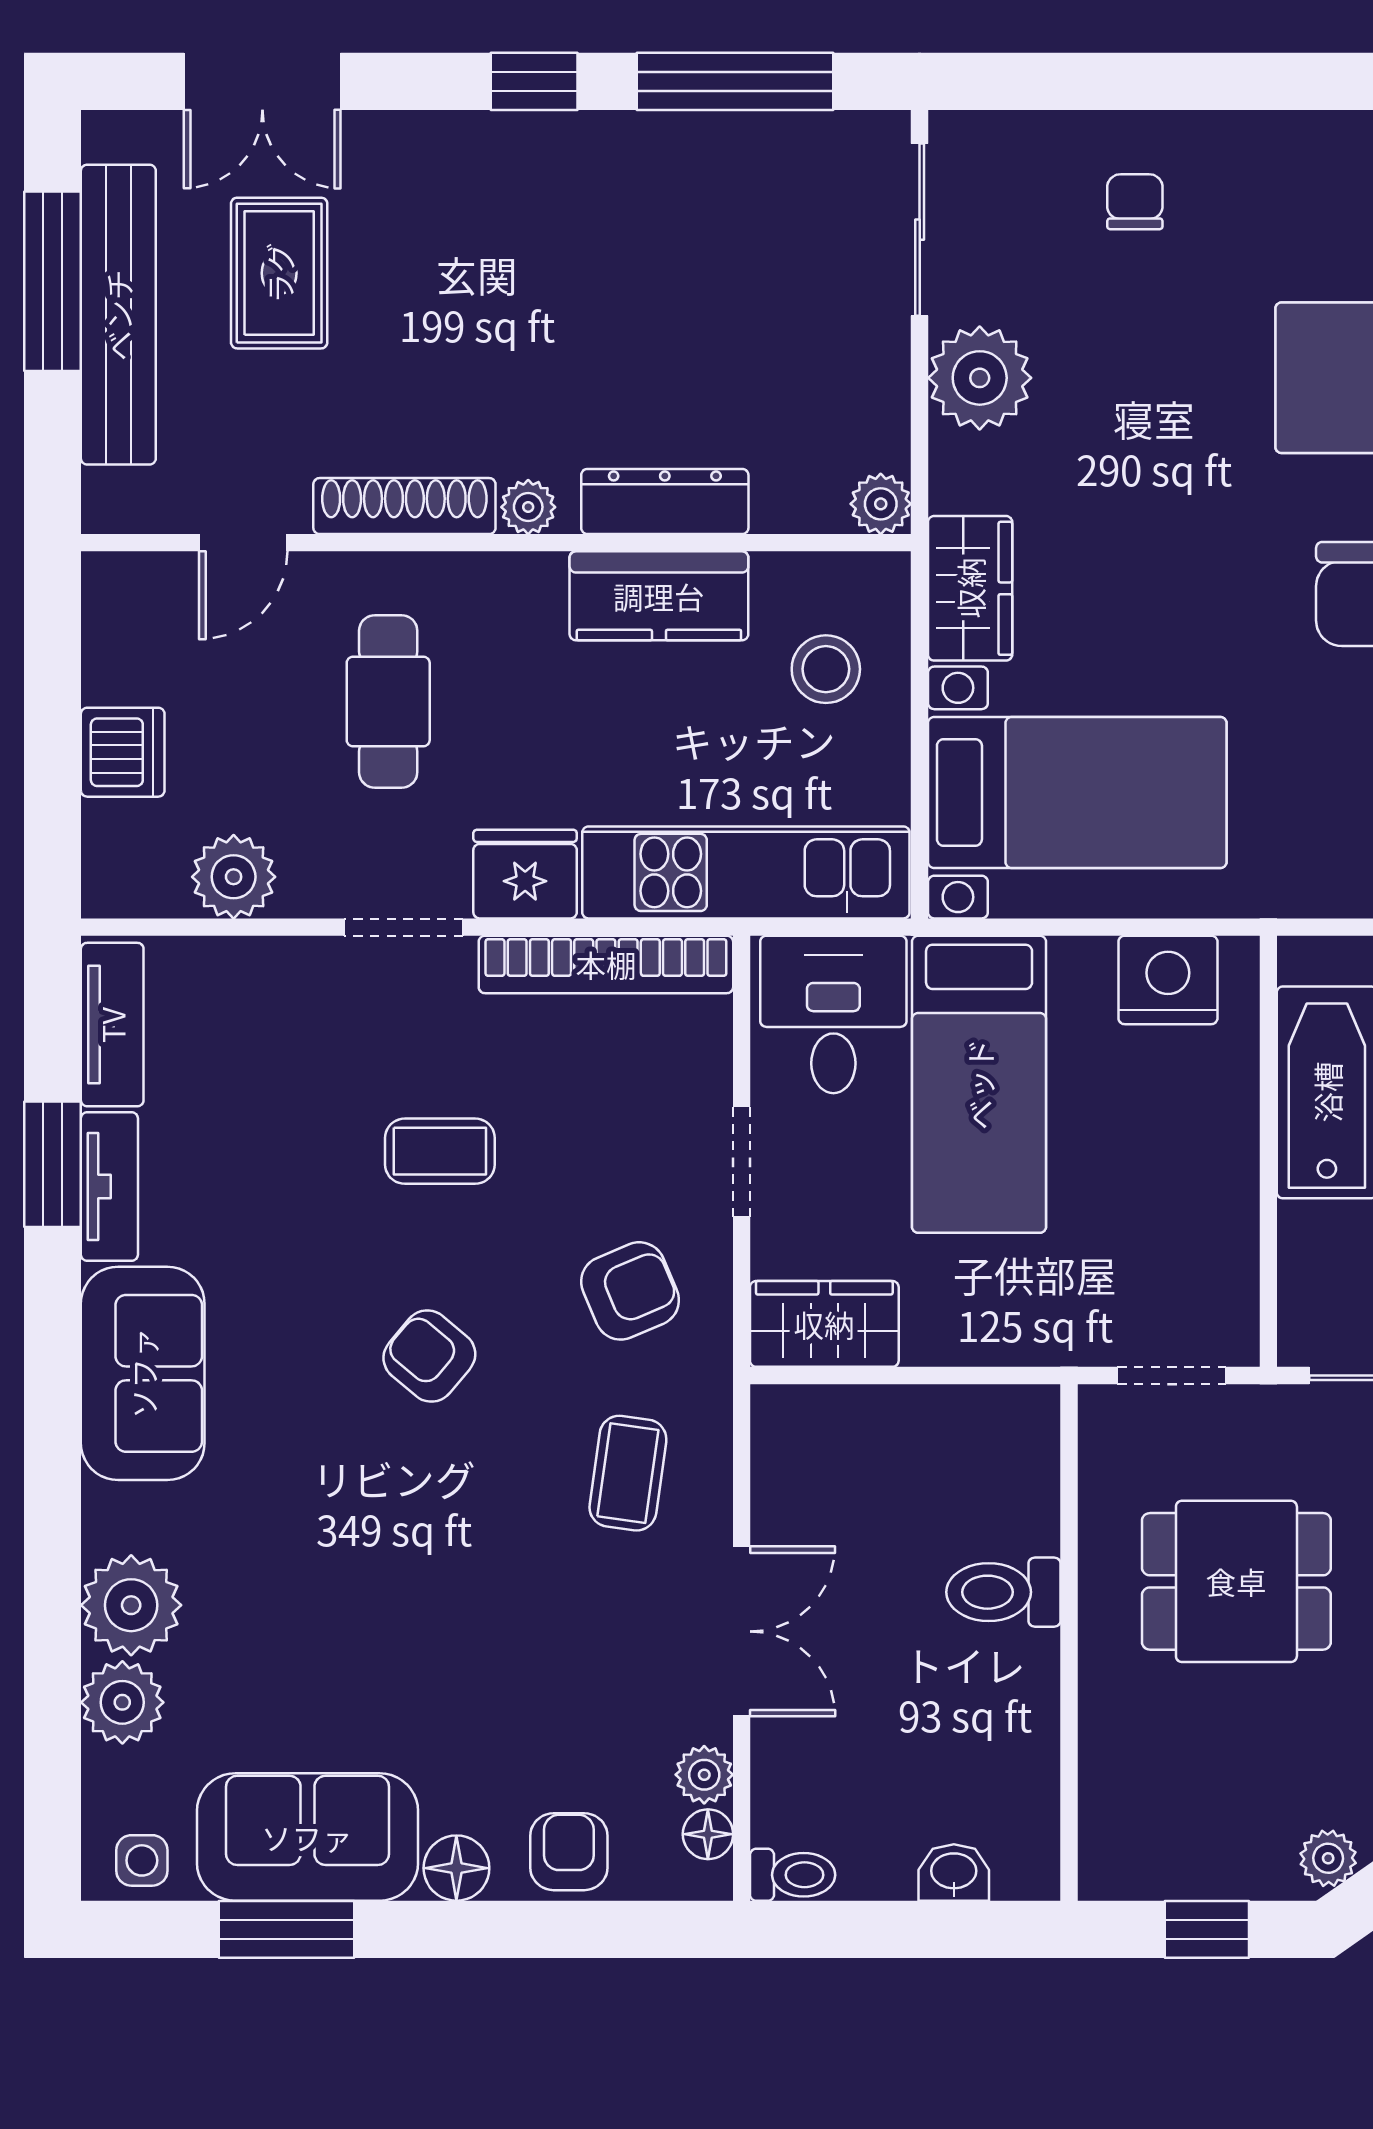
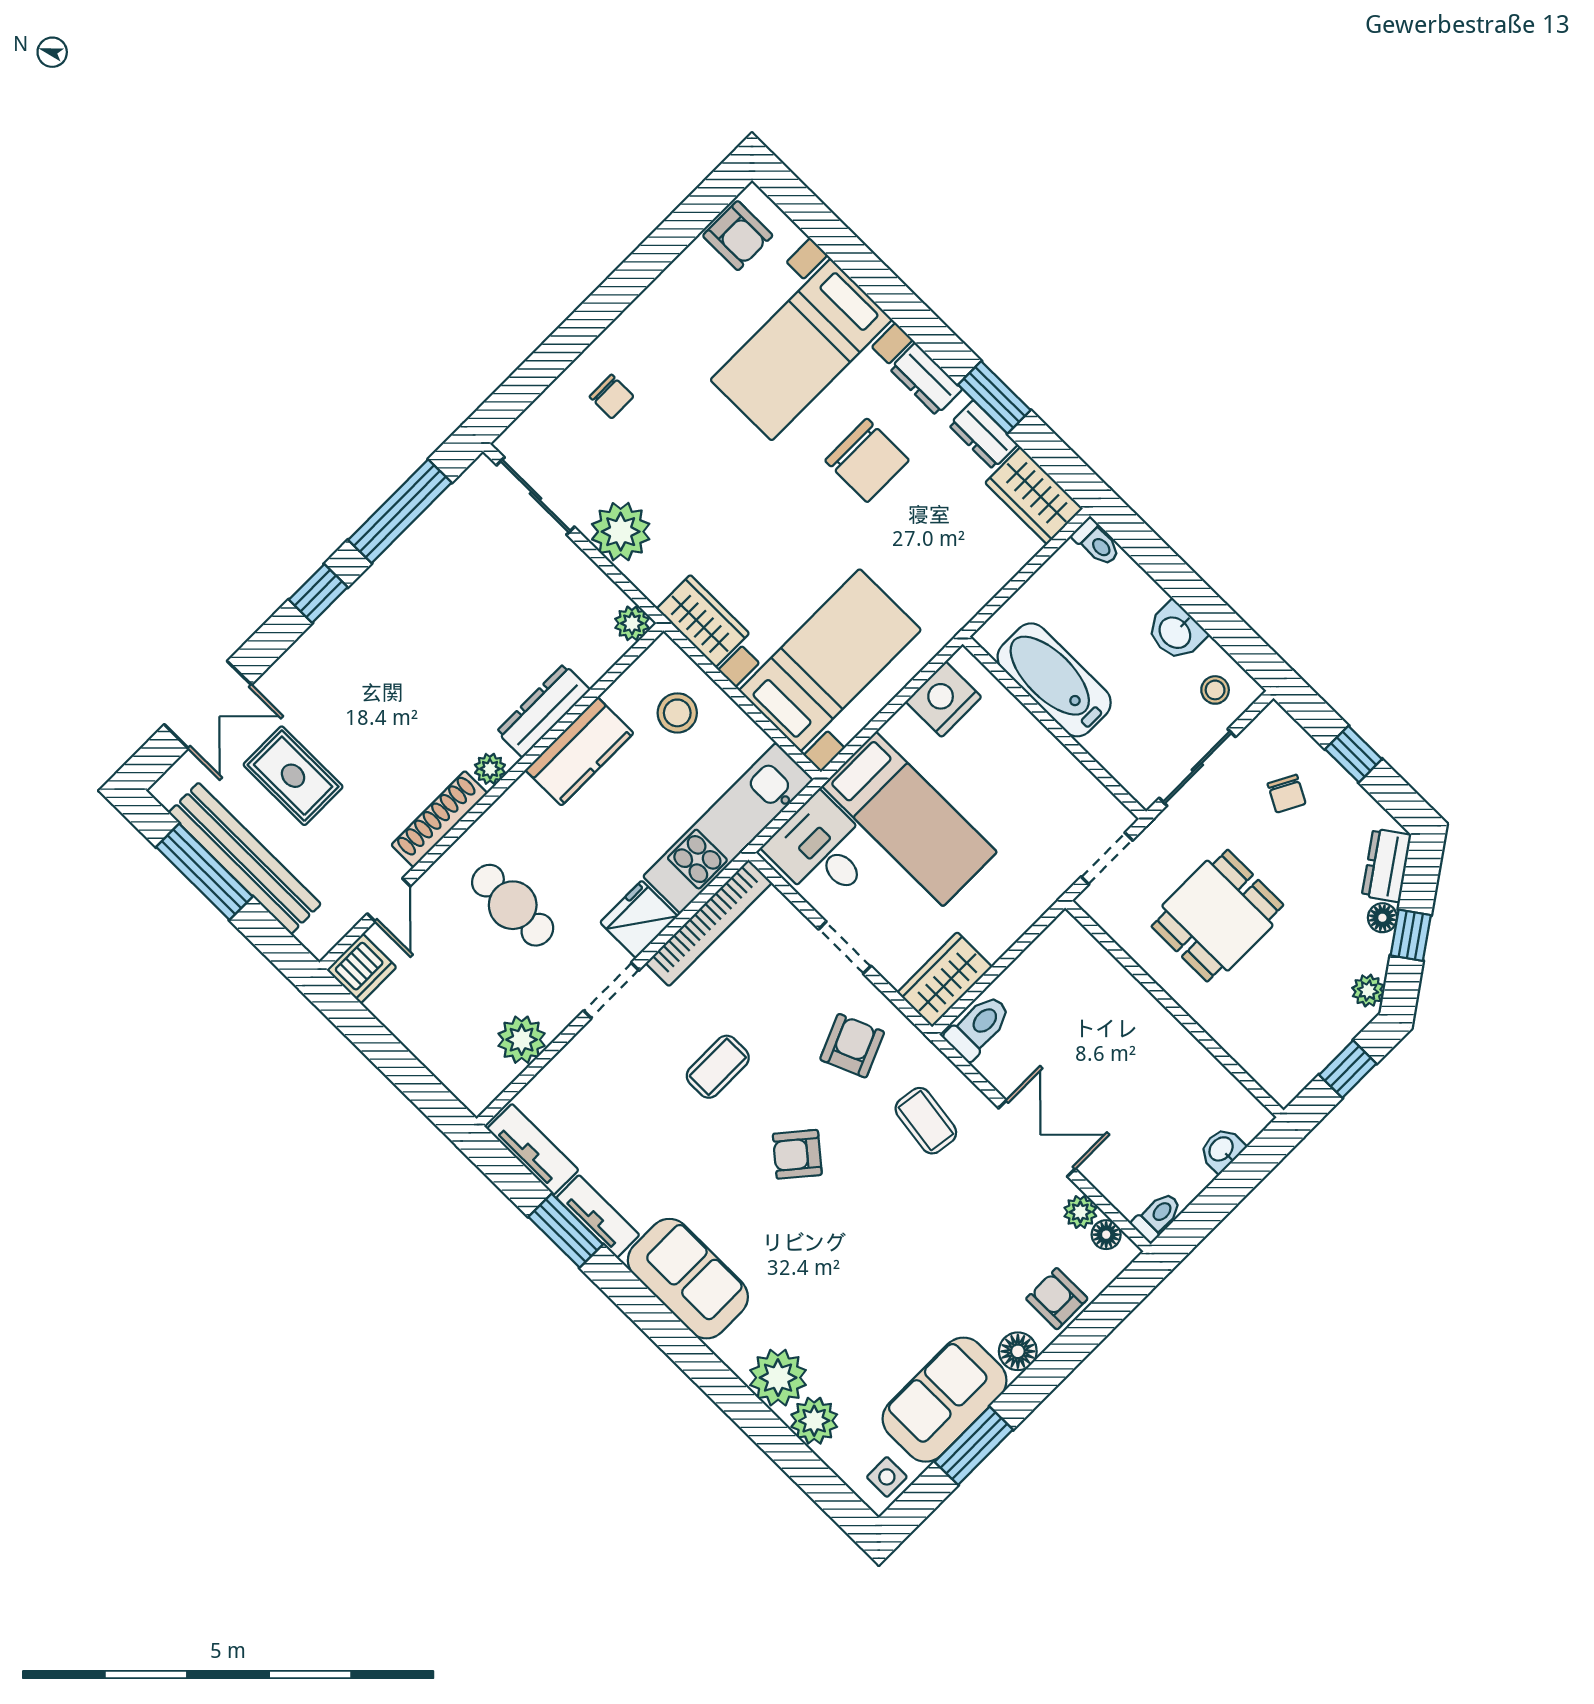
chair: (1135, 202) -> (612, 397), turned 180
dishwasher: (123, 752) -> (362, 969), moved, turned 90
toilet: (1003, 1592) -> (978, 1027), moved, turned 180

